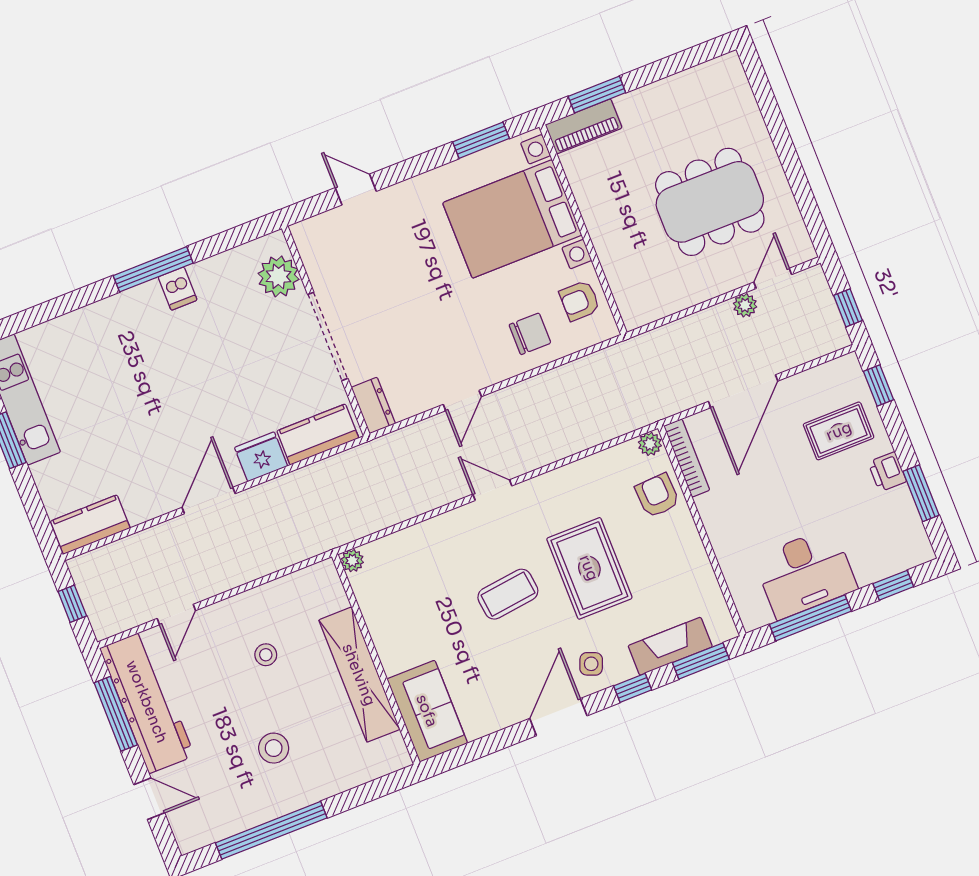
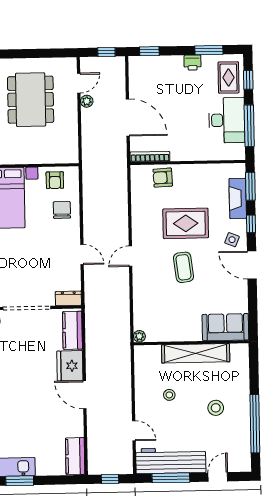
door: (773, 278) -> (79, 83), swing flipped
rug: (839, 431) -> (229, 77), moved
plant: (650, 444) -> (136, 172), removed
fridge: (261, 457) -> (70, 366), width x1.36, depth x1.34

